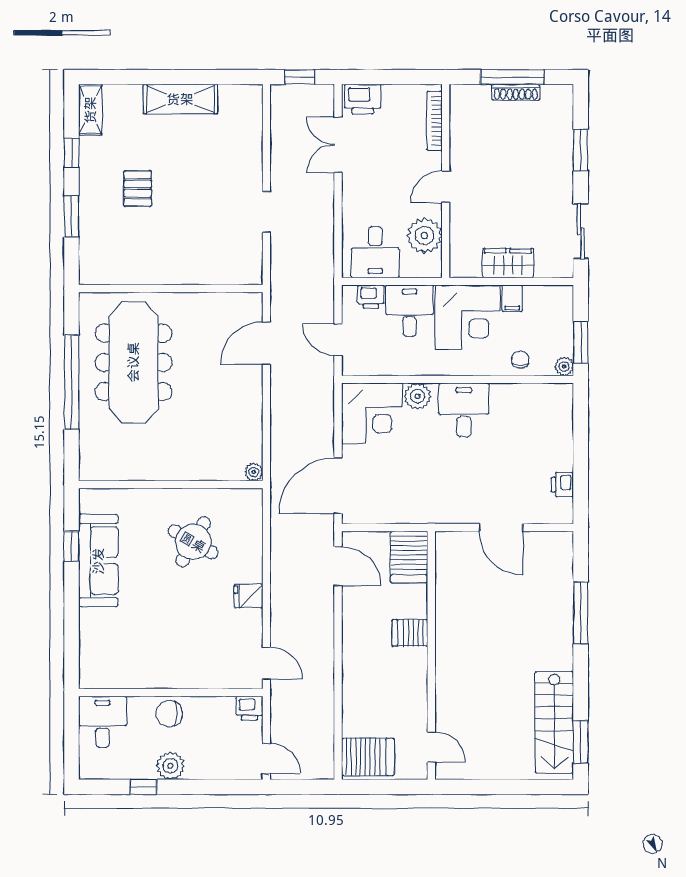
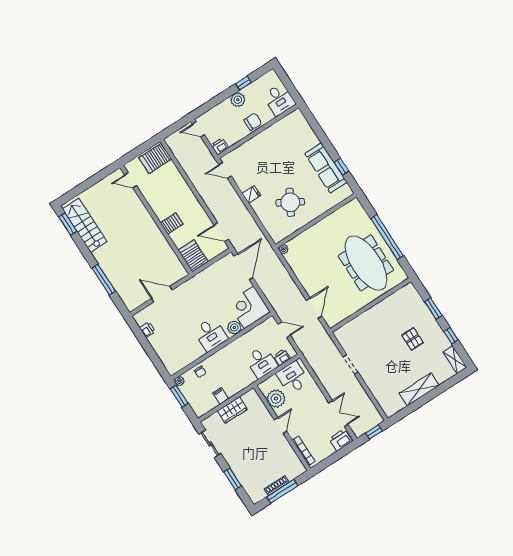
corner desk: (468, 317) -> (235, 375), removed

